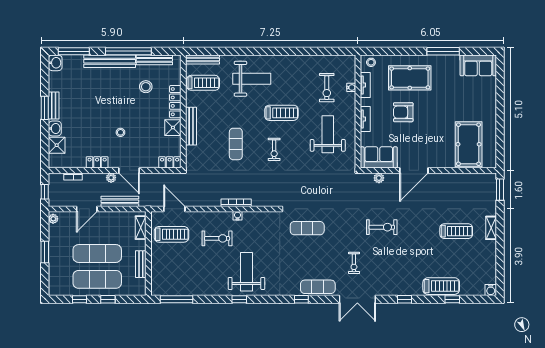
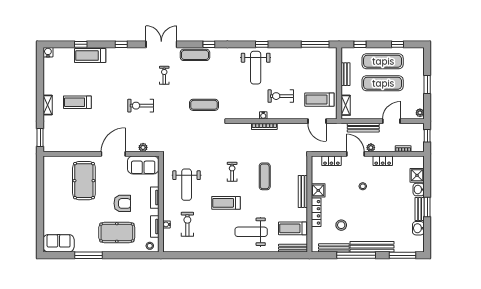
washbasin: (55, 63) -> (418, 228), moved
pool table: (469, 144) -> (84, 181), moved
locker: (170, 162) -> (331, 161), moved
window: (108, 299) -> (360, 44), moved

